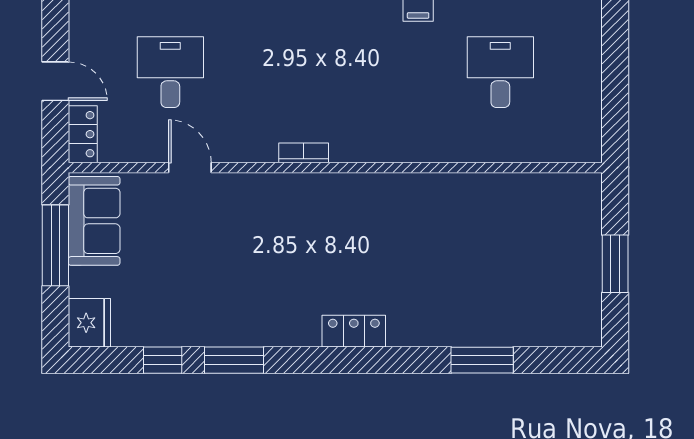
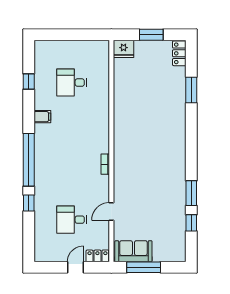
fridge: (89, 323) -> (124, 49), moved, turned 180
locker: (354, 331) -> (179, 53), moved

